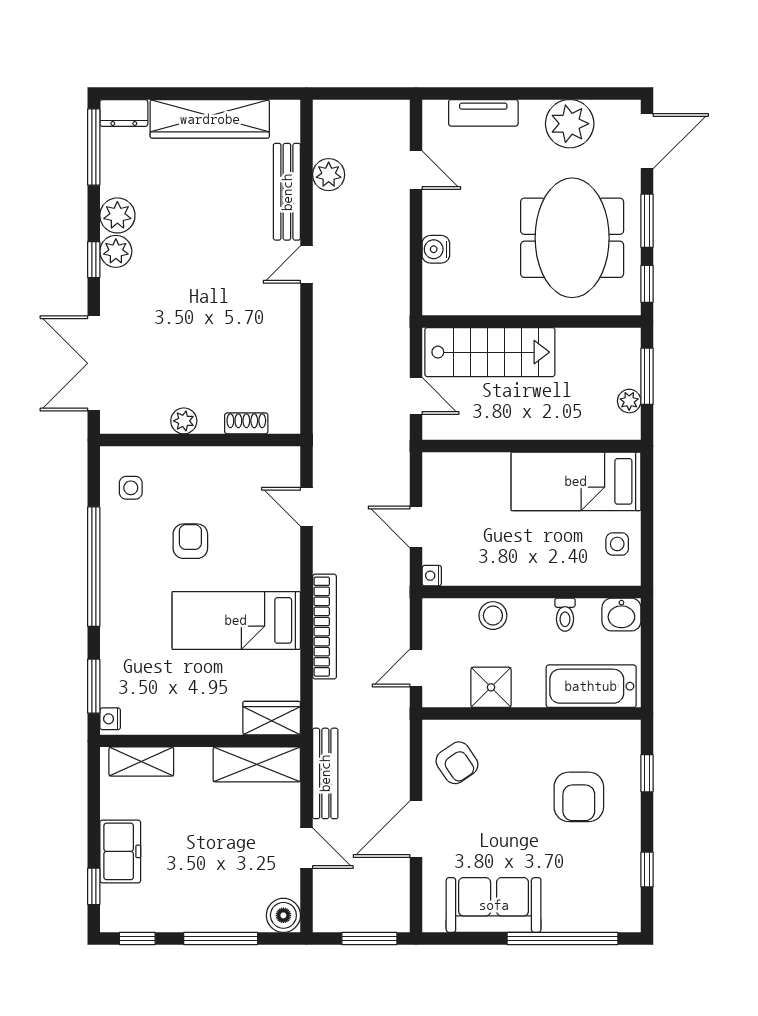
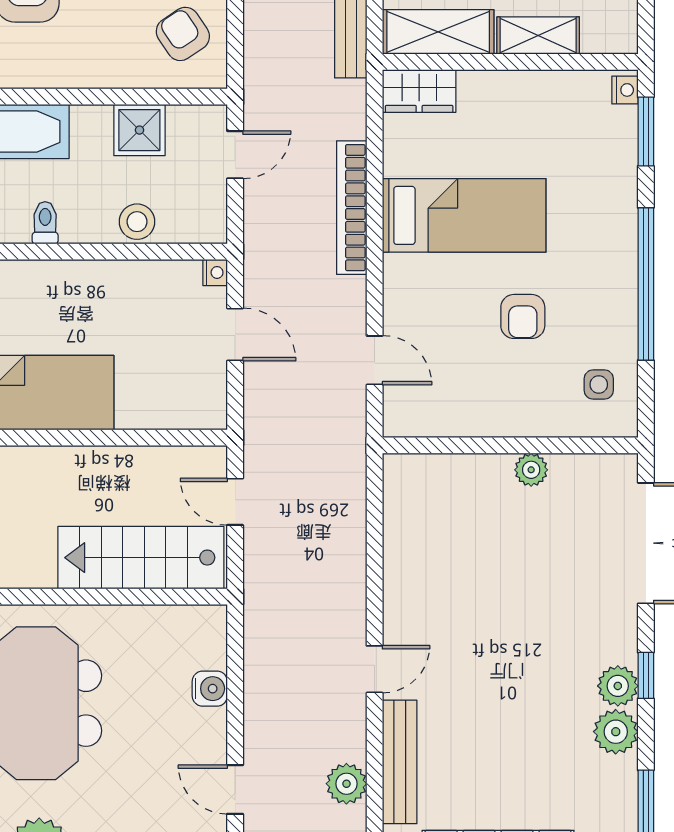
shoe rack: (246, 423) -> (451, 467), removed
shelving: (141, 762) -> (538, 36), moved

